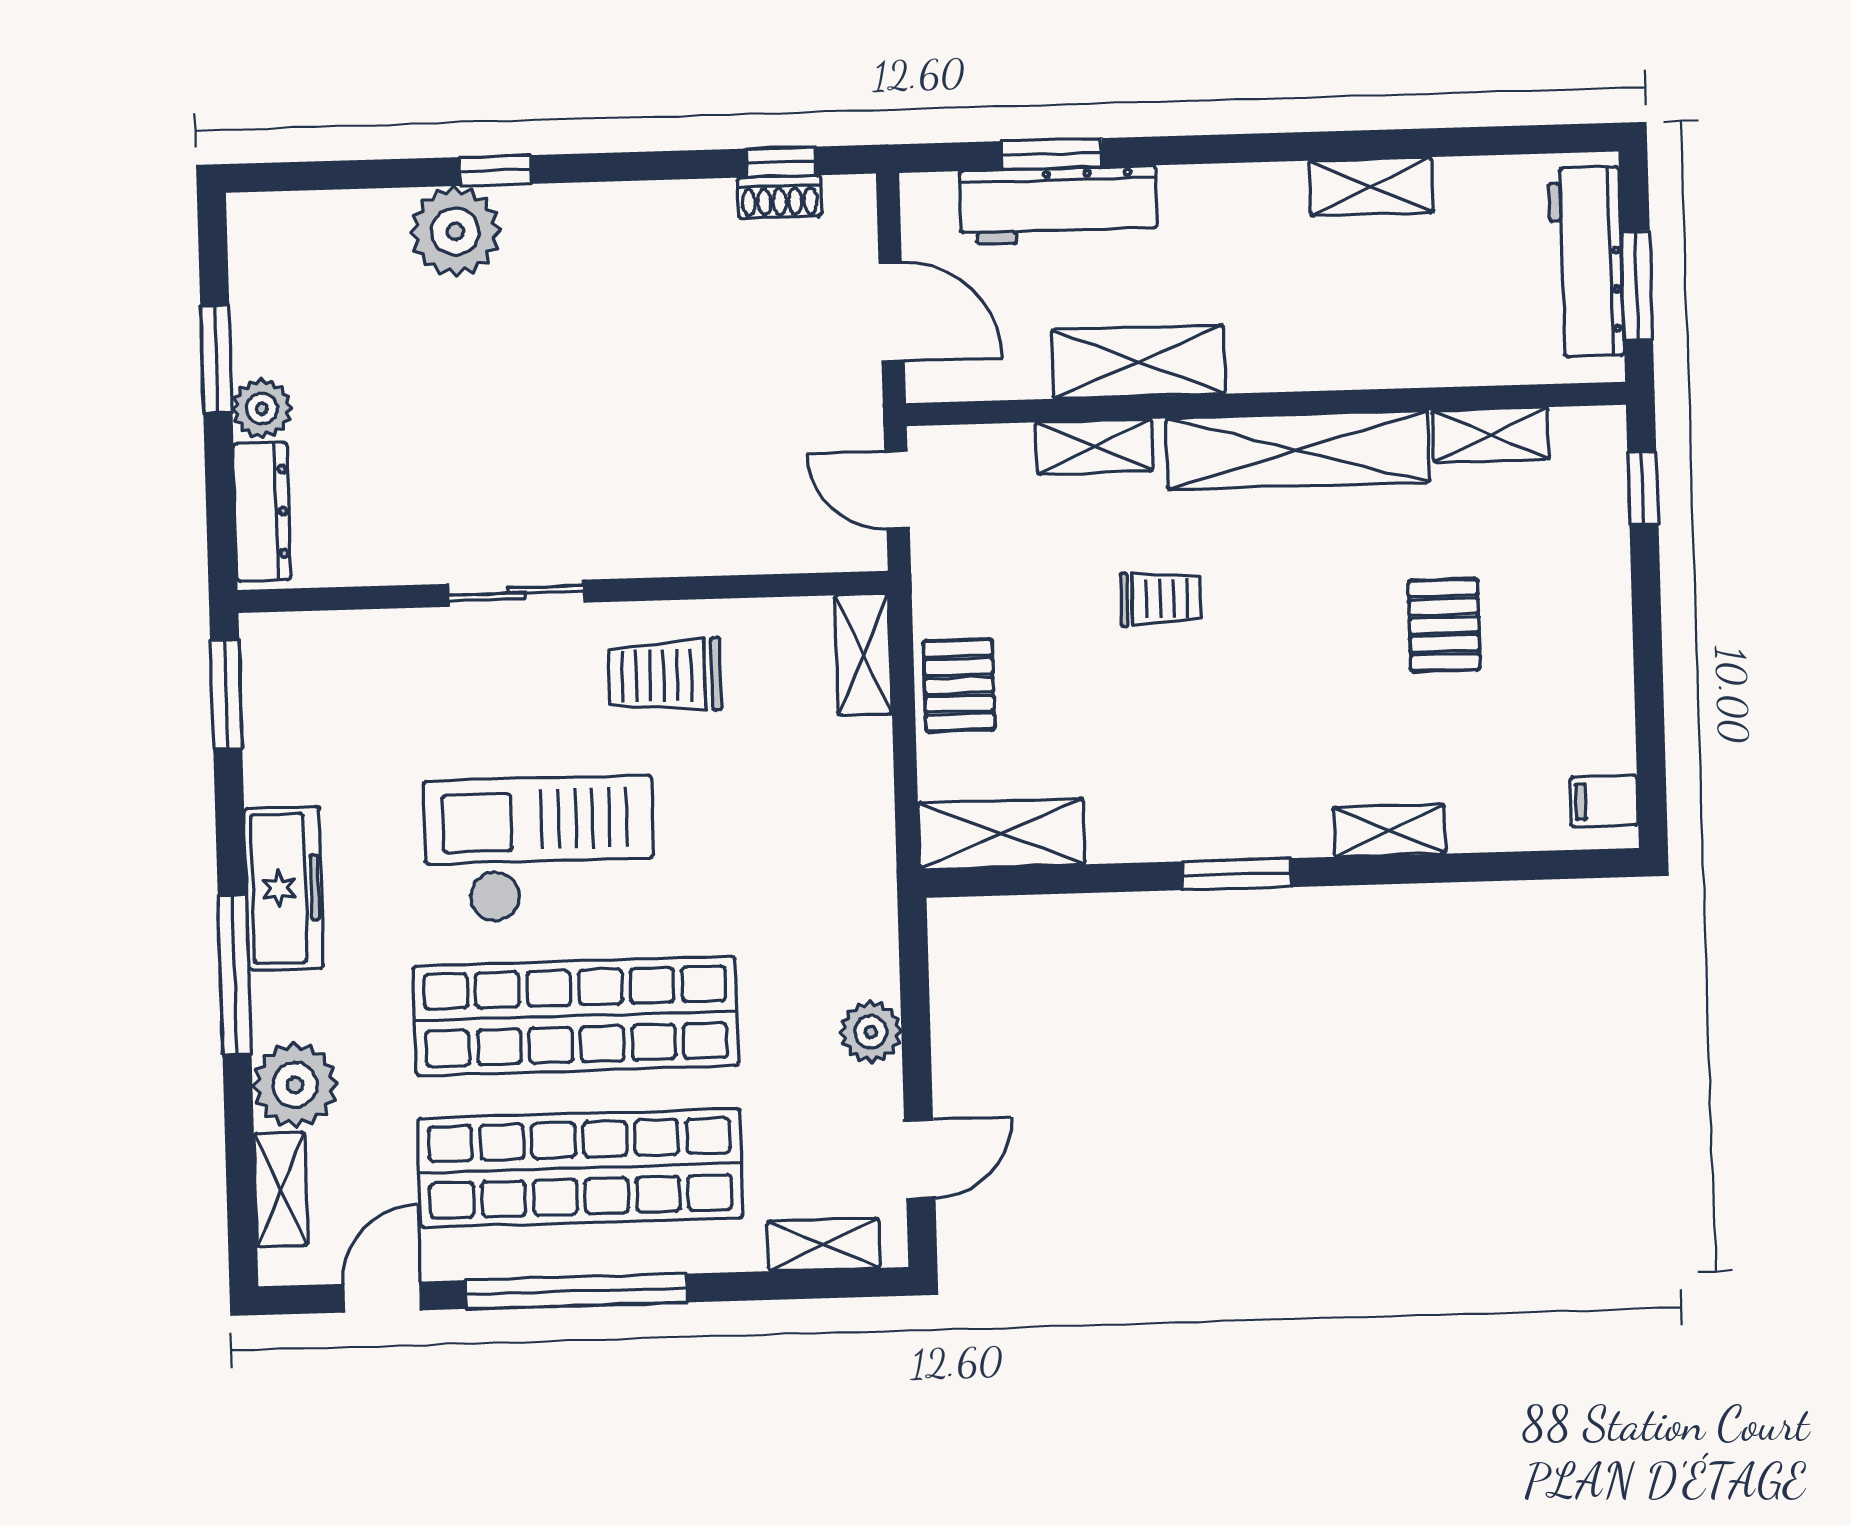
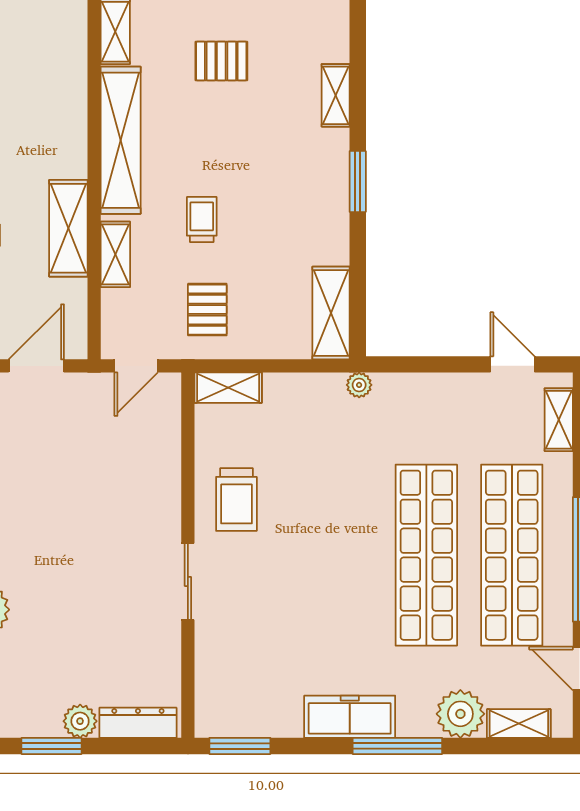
pallet: (959, 685) -> (207, 310), moved, turned 90
checkout: (539, 850) -> (332, 573), removed
plant: (871, 1032) -> (359, 385), moved, width x0.73, depth x0.73

